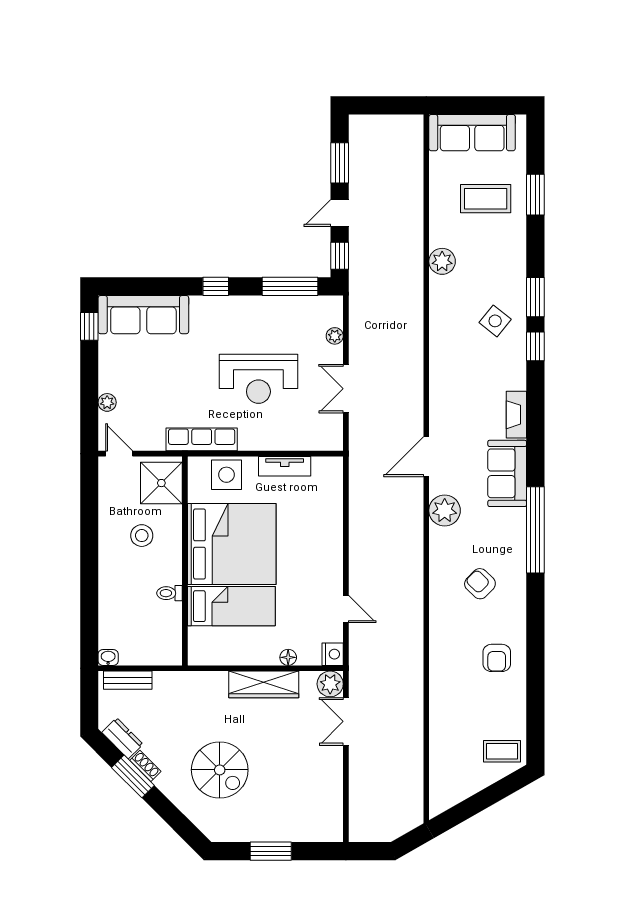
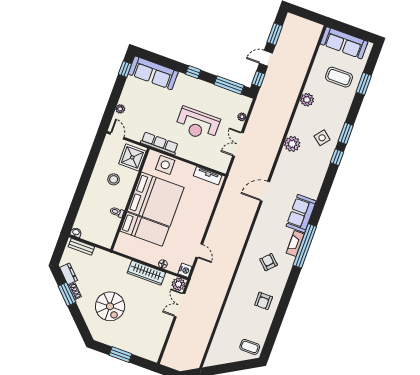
fireplace: (516, 415) -> (295, 244), moved
tv unit: (285, 466) -> (208, 176), moved
plant: (445, 510) -> (292, 144), moved

